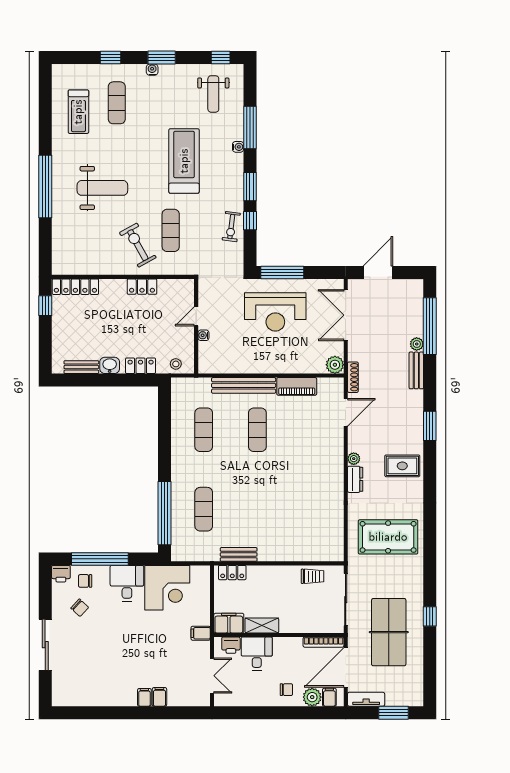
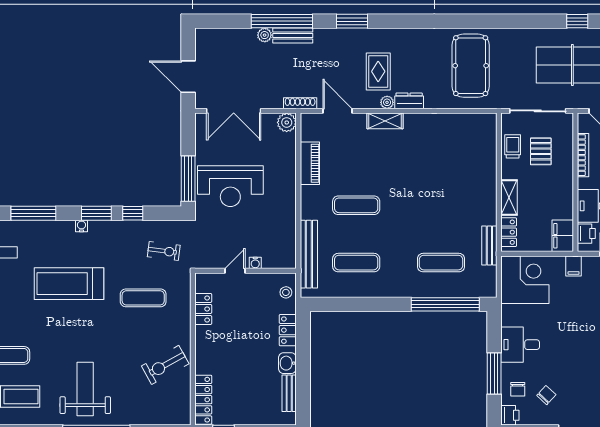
water cooler: (238, 147) -> (81, 226), moved
weight bench: (102, 188) -> (85, 389), moved
exercise bike: (231, 227) -> (164, 251), moved
exercise bike: (138, 245) -> (165, 365), moved
locker: (142, 287) -> (203, 309), moved
reception desk: (275, 312) -> (230, 186), turned 90
door: (196, 316) -> (235, 271), swing flipped
window: (430, 326) -> (282, 21), moved
bench: (244, 385) -> (309, 254), moved
shelving: (336, 457) -> (385, 121), added
rug: (402, 466) -> (378, 71), moved
bench: (239, 554) -> (489, 246), moved
window: (100, 559) -> (494, 374), width x0.68
corner desk: (167, 588) -> (525, 280), moved
pallet: (308, 603) -> (541, 151), added
window: (430, 616) -> (577, 21), moved
shelving: (262, 626) -> (509, 197), moved
bookcase: (324, 642) -> (583, 155), moved

